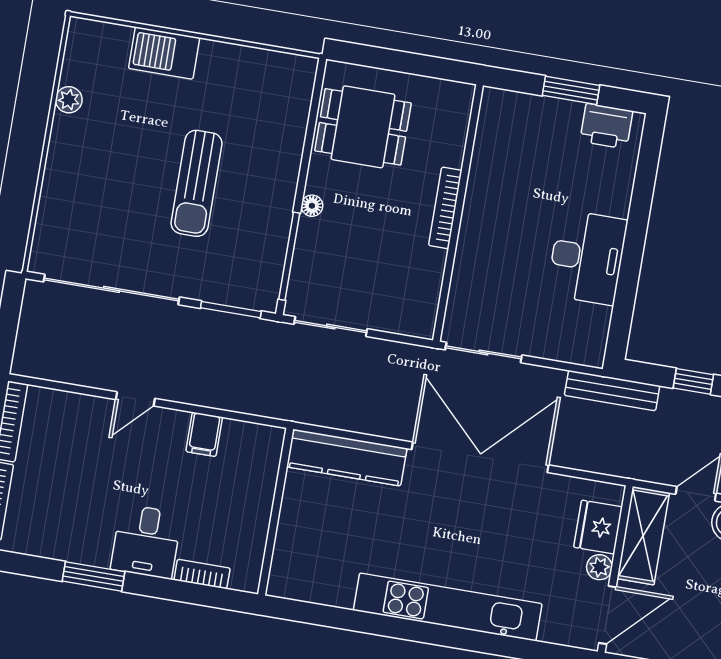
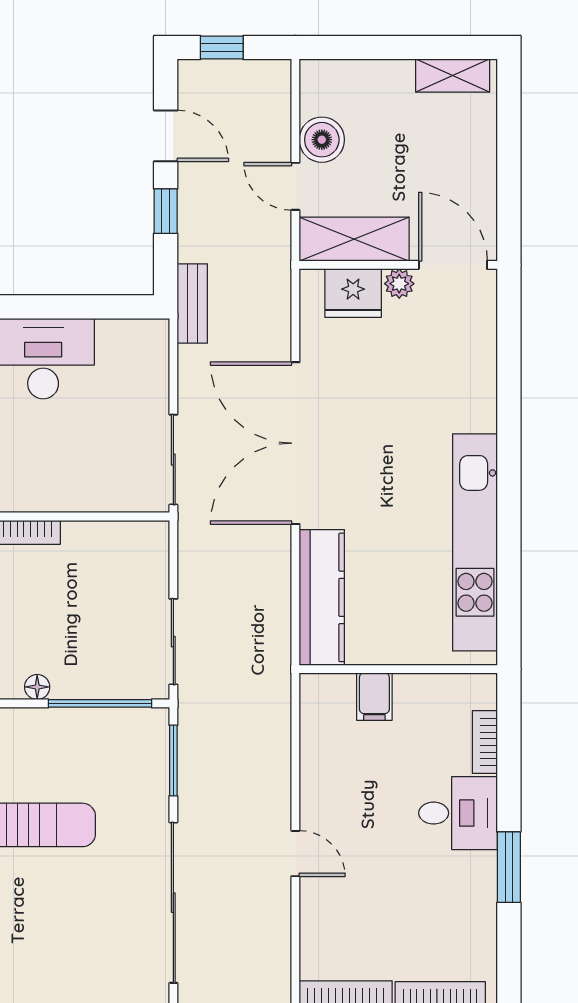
bench: (612, 391) -> (192, 303), width x0.73
filing cabinet: (204, 434) -> (374, 697), moved, turned 90
kitchen unit: (448, 607) -> (475, 542), moved

